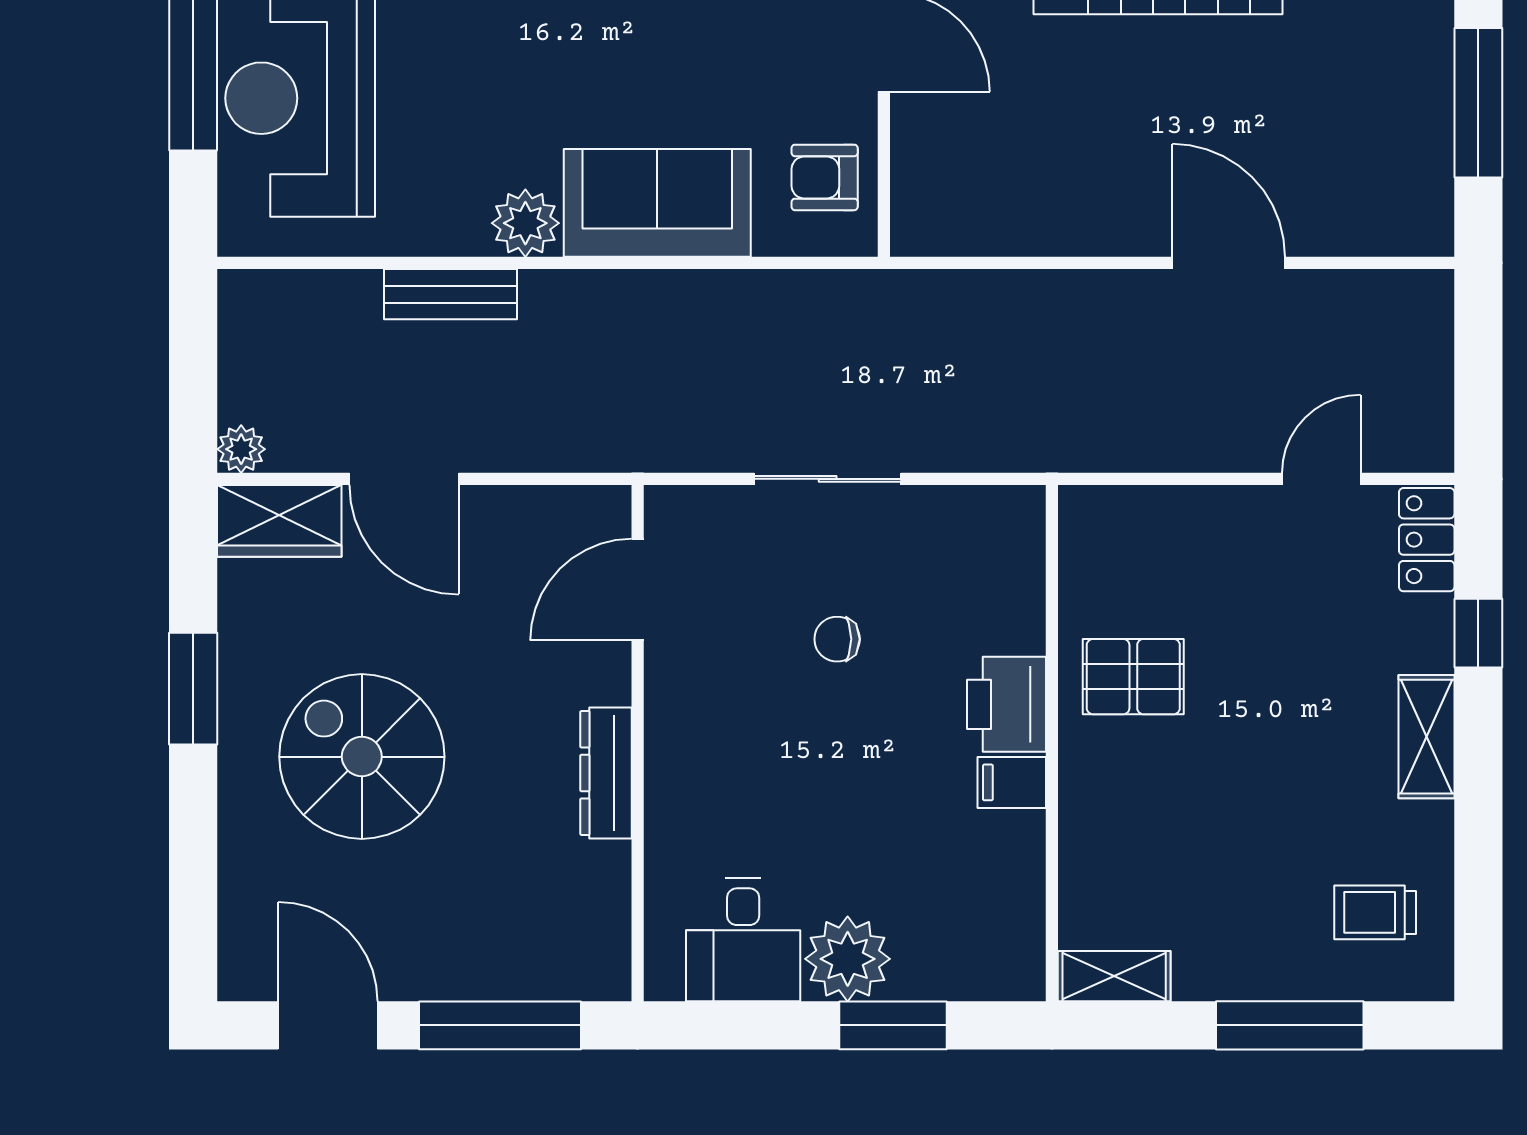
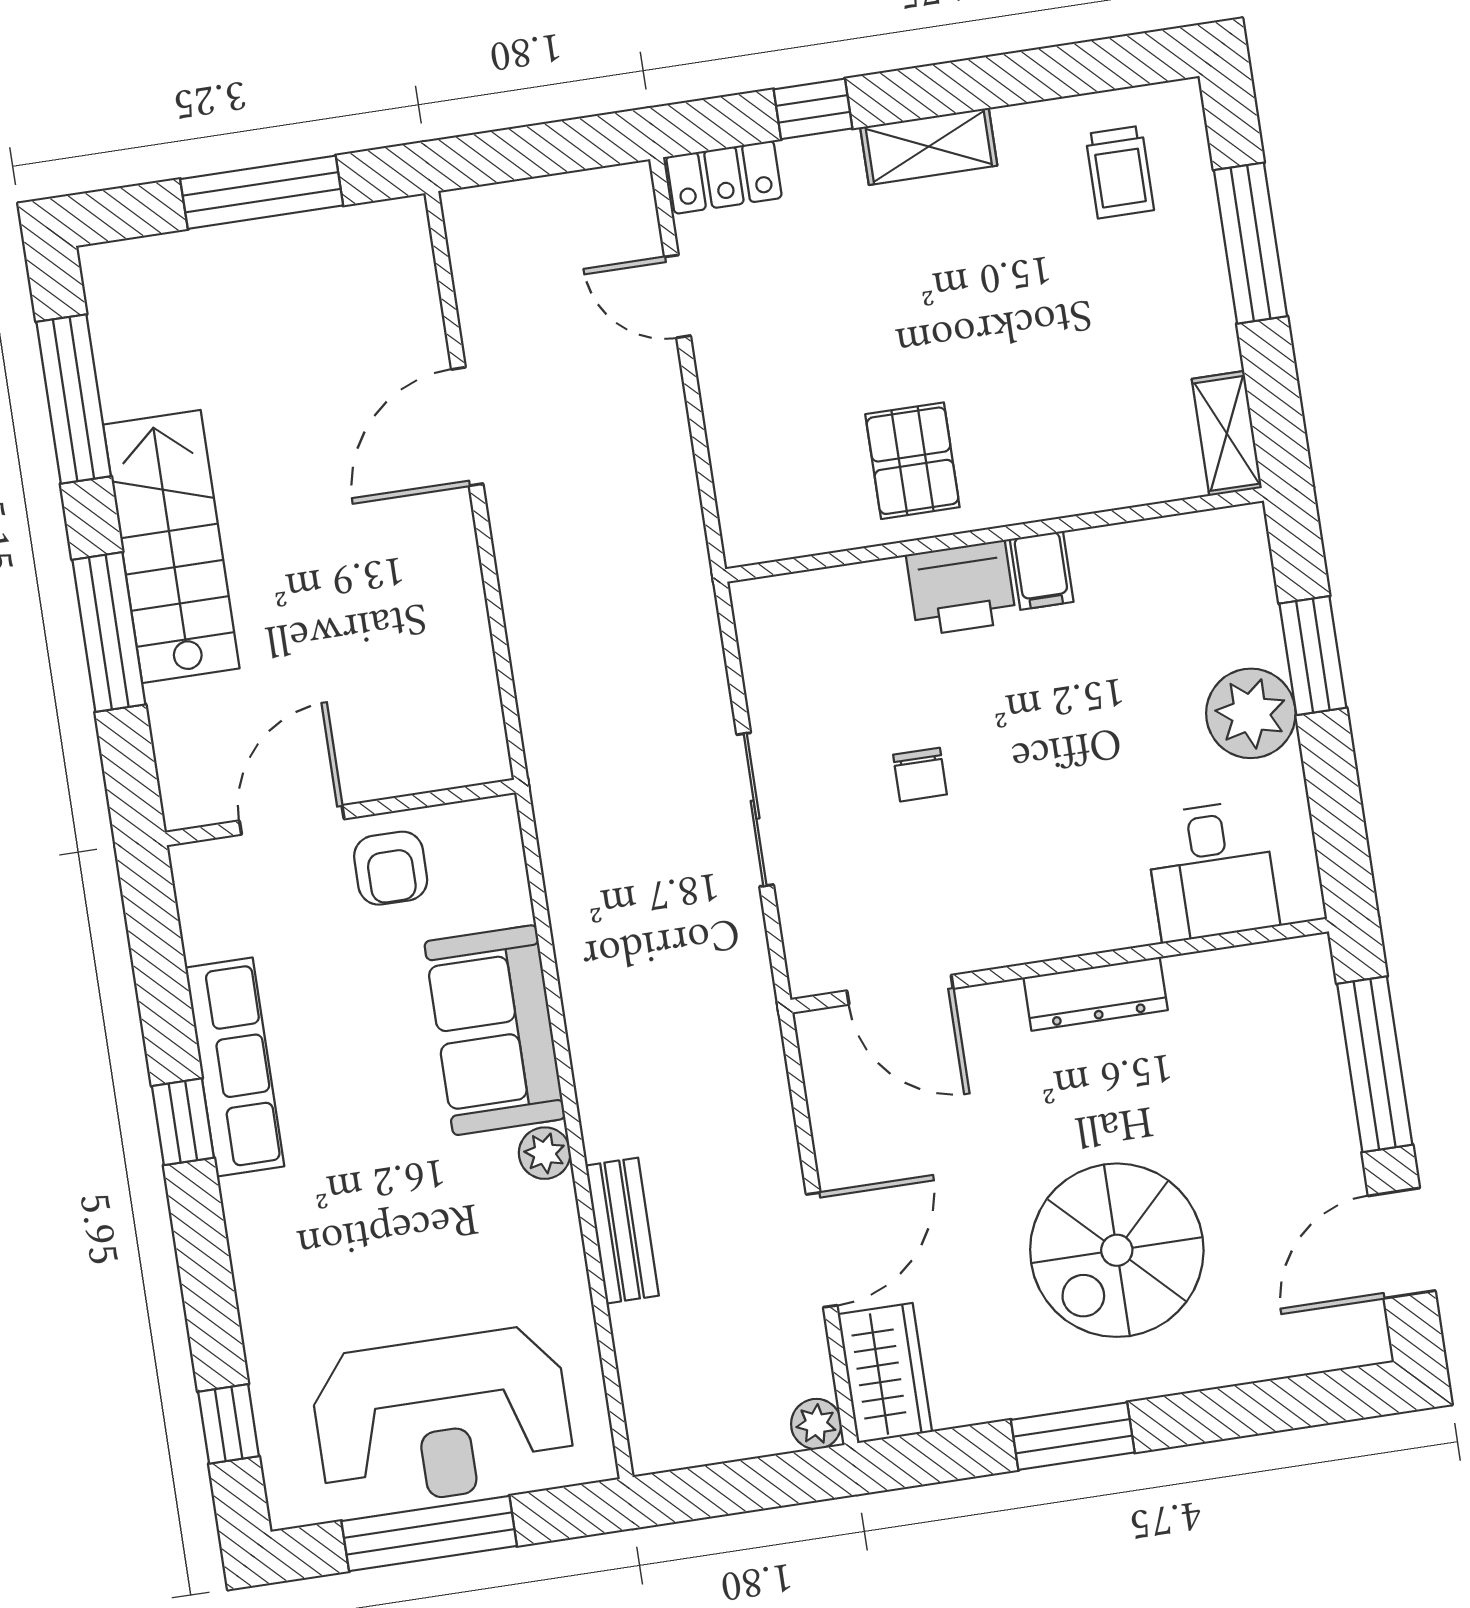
armchair: (825, 177) -> (391, 868), moved
plant: (525, 223) -> (545, 1153), width x0.73, depth x0.73
desk: (743, 940) -> (1212, 871), moved, turned 90

